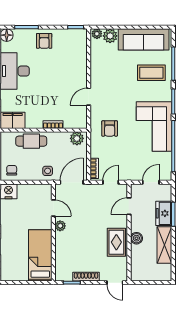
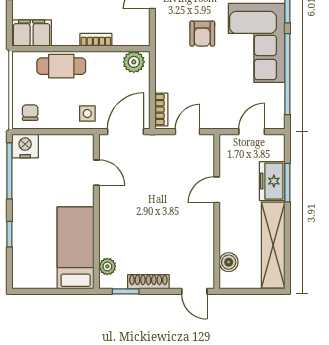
armchair: (110, 128) -> (202, 34), moved
door: (129, 206) -> (217, 190), moved
plant: (60, 226) -> (107, 266), moved
boiler: (136, 238) -> (229, 262), moved
rug: (116, 242) -> (197, 227), removed
shelving: (164, 245) -> (273, 245), width x1.47

